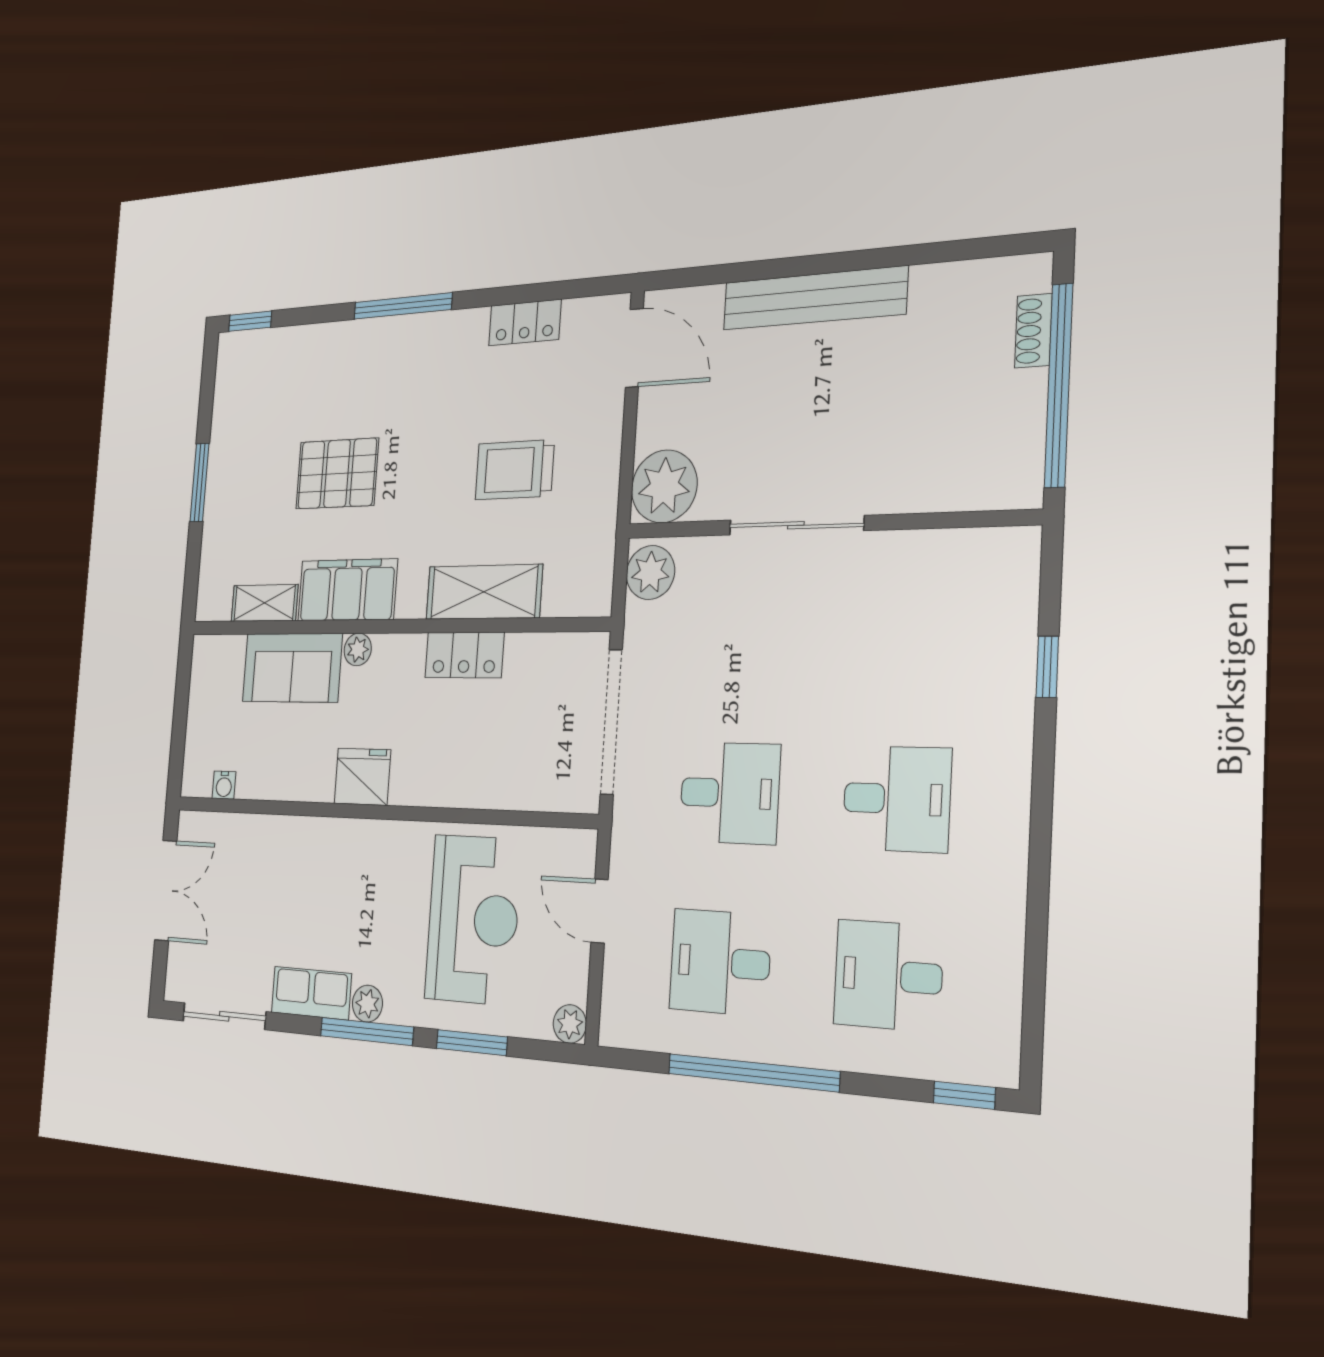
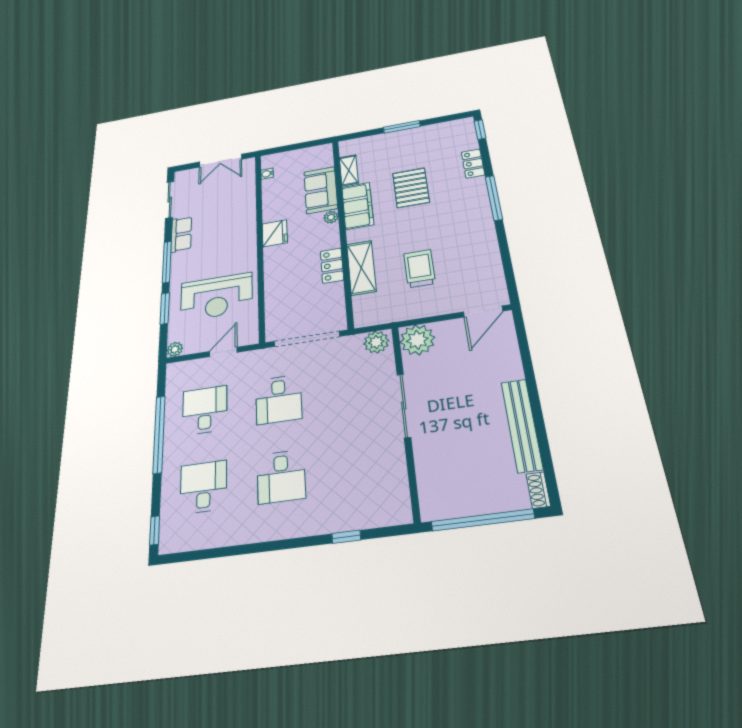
bench: (814, 298) -> (522, 425), moved
locker: (525, 323) -> (473, 164), moved
shoe rack: (1033, 331) -> (538, 490), moved, turned -90
plant: (367, 1004) -> (178, 259), removed

